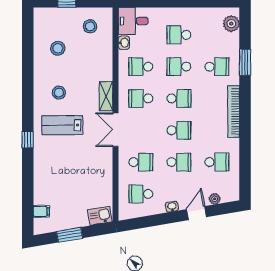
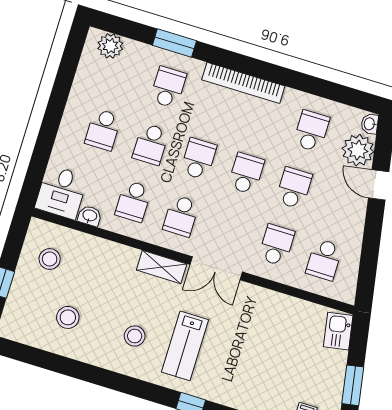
plant: (215, 199) -> (358, 150), width x1.88, depth x1.88
washbasin: (172, 207) -> (370, 124), moved

